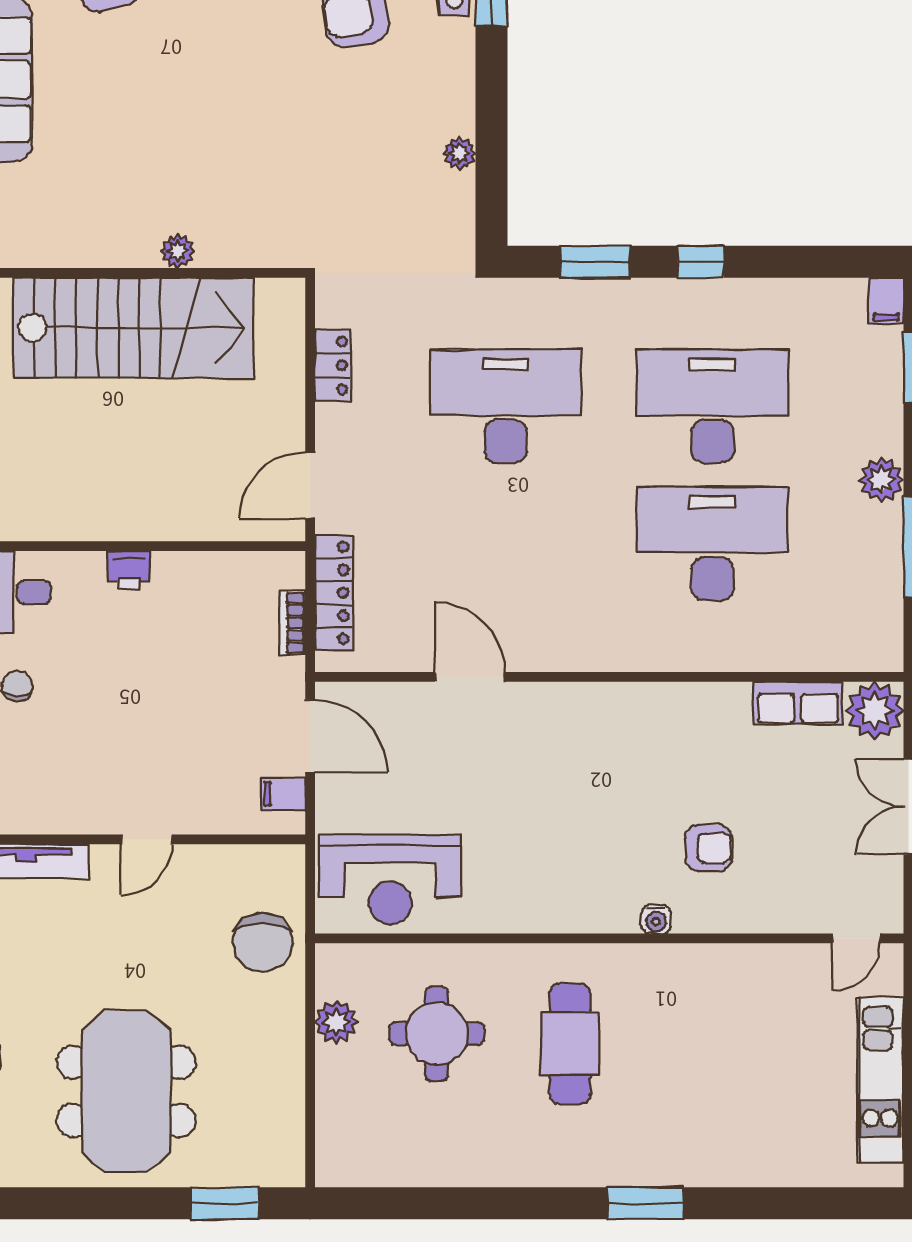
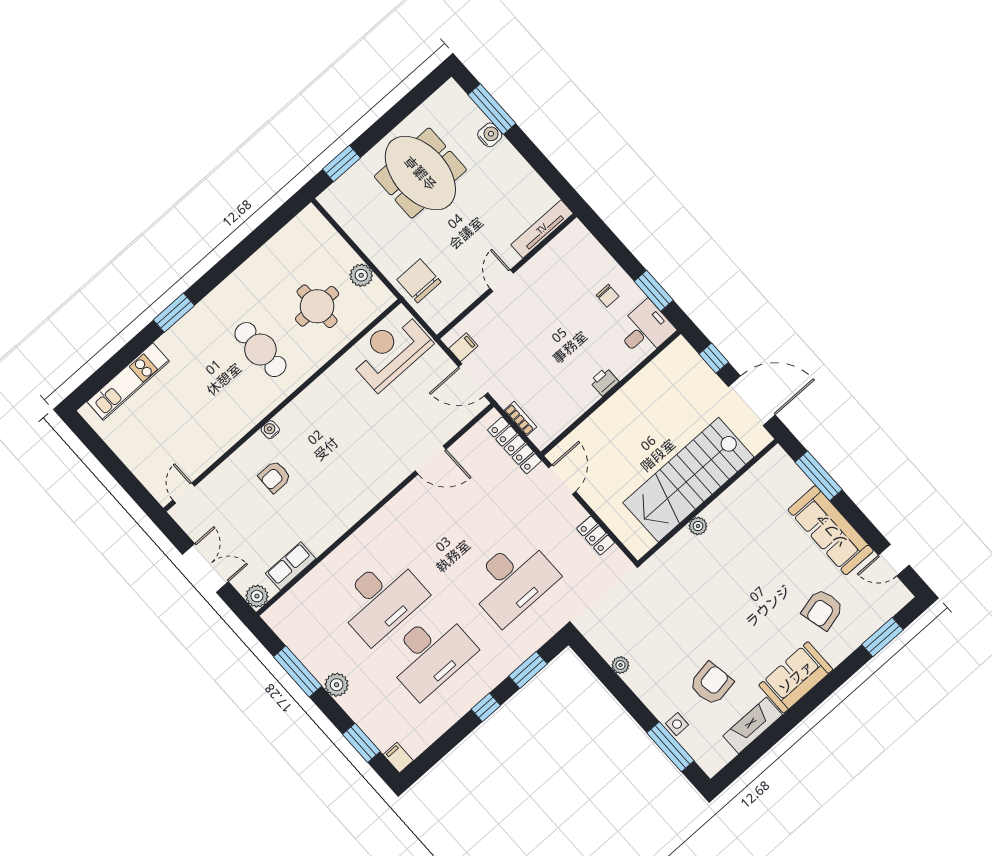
plant: (875, 711) -> (257, 596), width x0.73, depth x0.73
kitchen unit: (880, 1080) -> (128, 382), moved, turned 90

